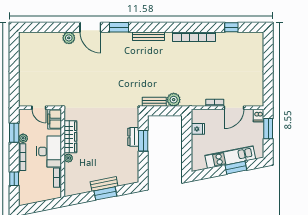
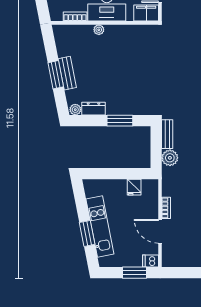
wardrobe: (70, 137) -> (125, 32), removed
dresser: (133, 137) -> (93, 109), moved
plant: (134, 177) -> (75, 110), added

